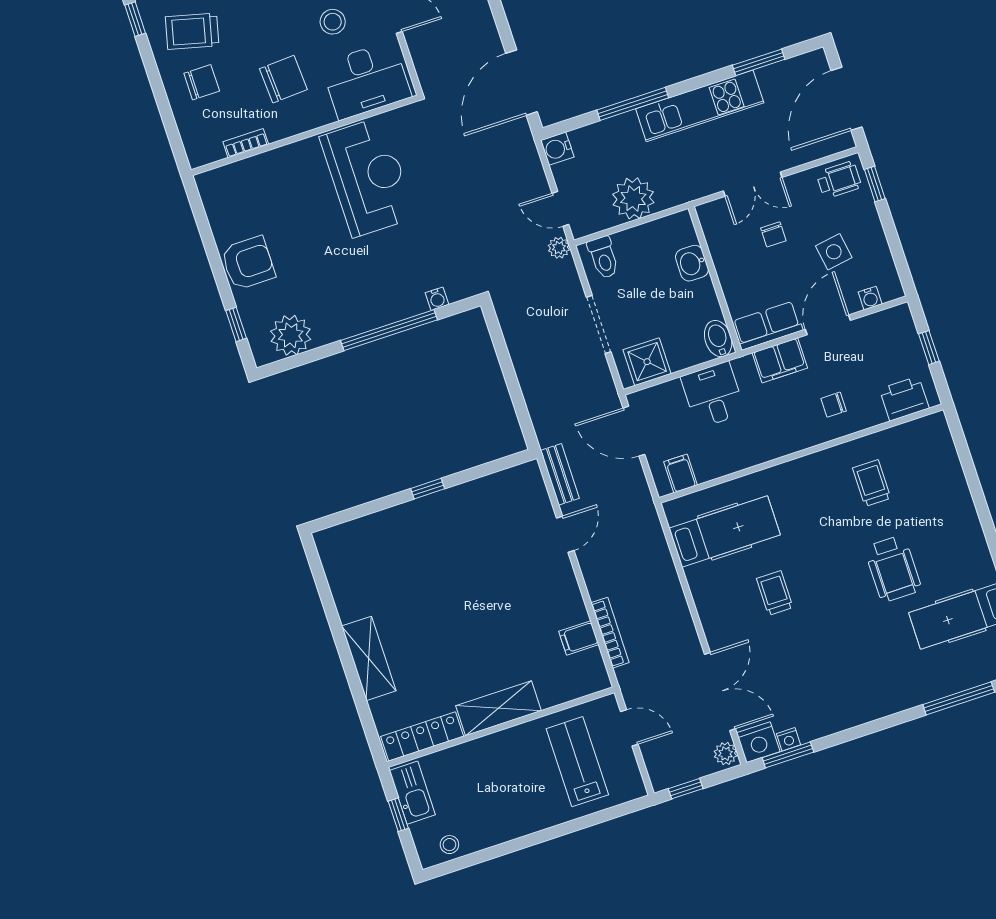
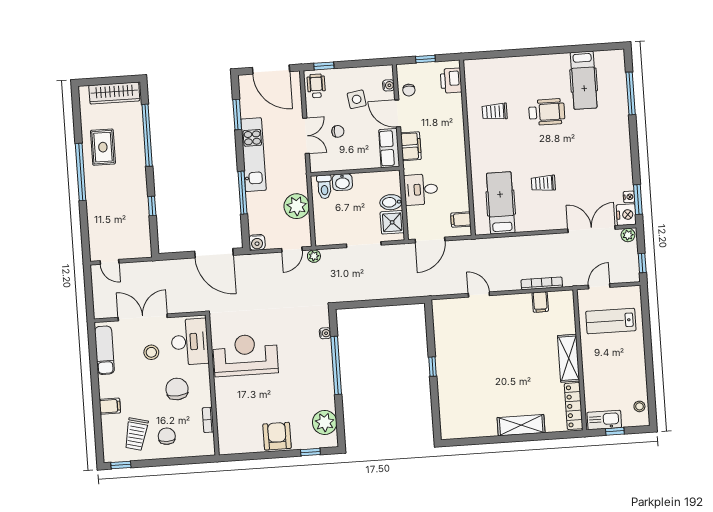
toilet: (603, 257) -> (324, 187), moved, turned 90
bidet: (718, 339) -> (391, 202), moved
chair: (834, 405) -> (409, 90), moved
bench: (560, 474) -> (444, 289), removed

